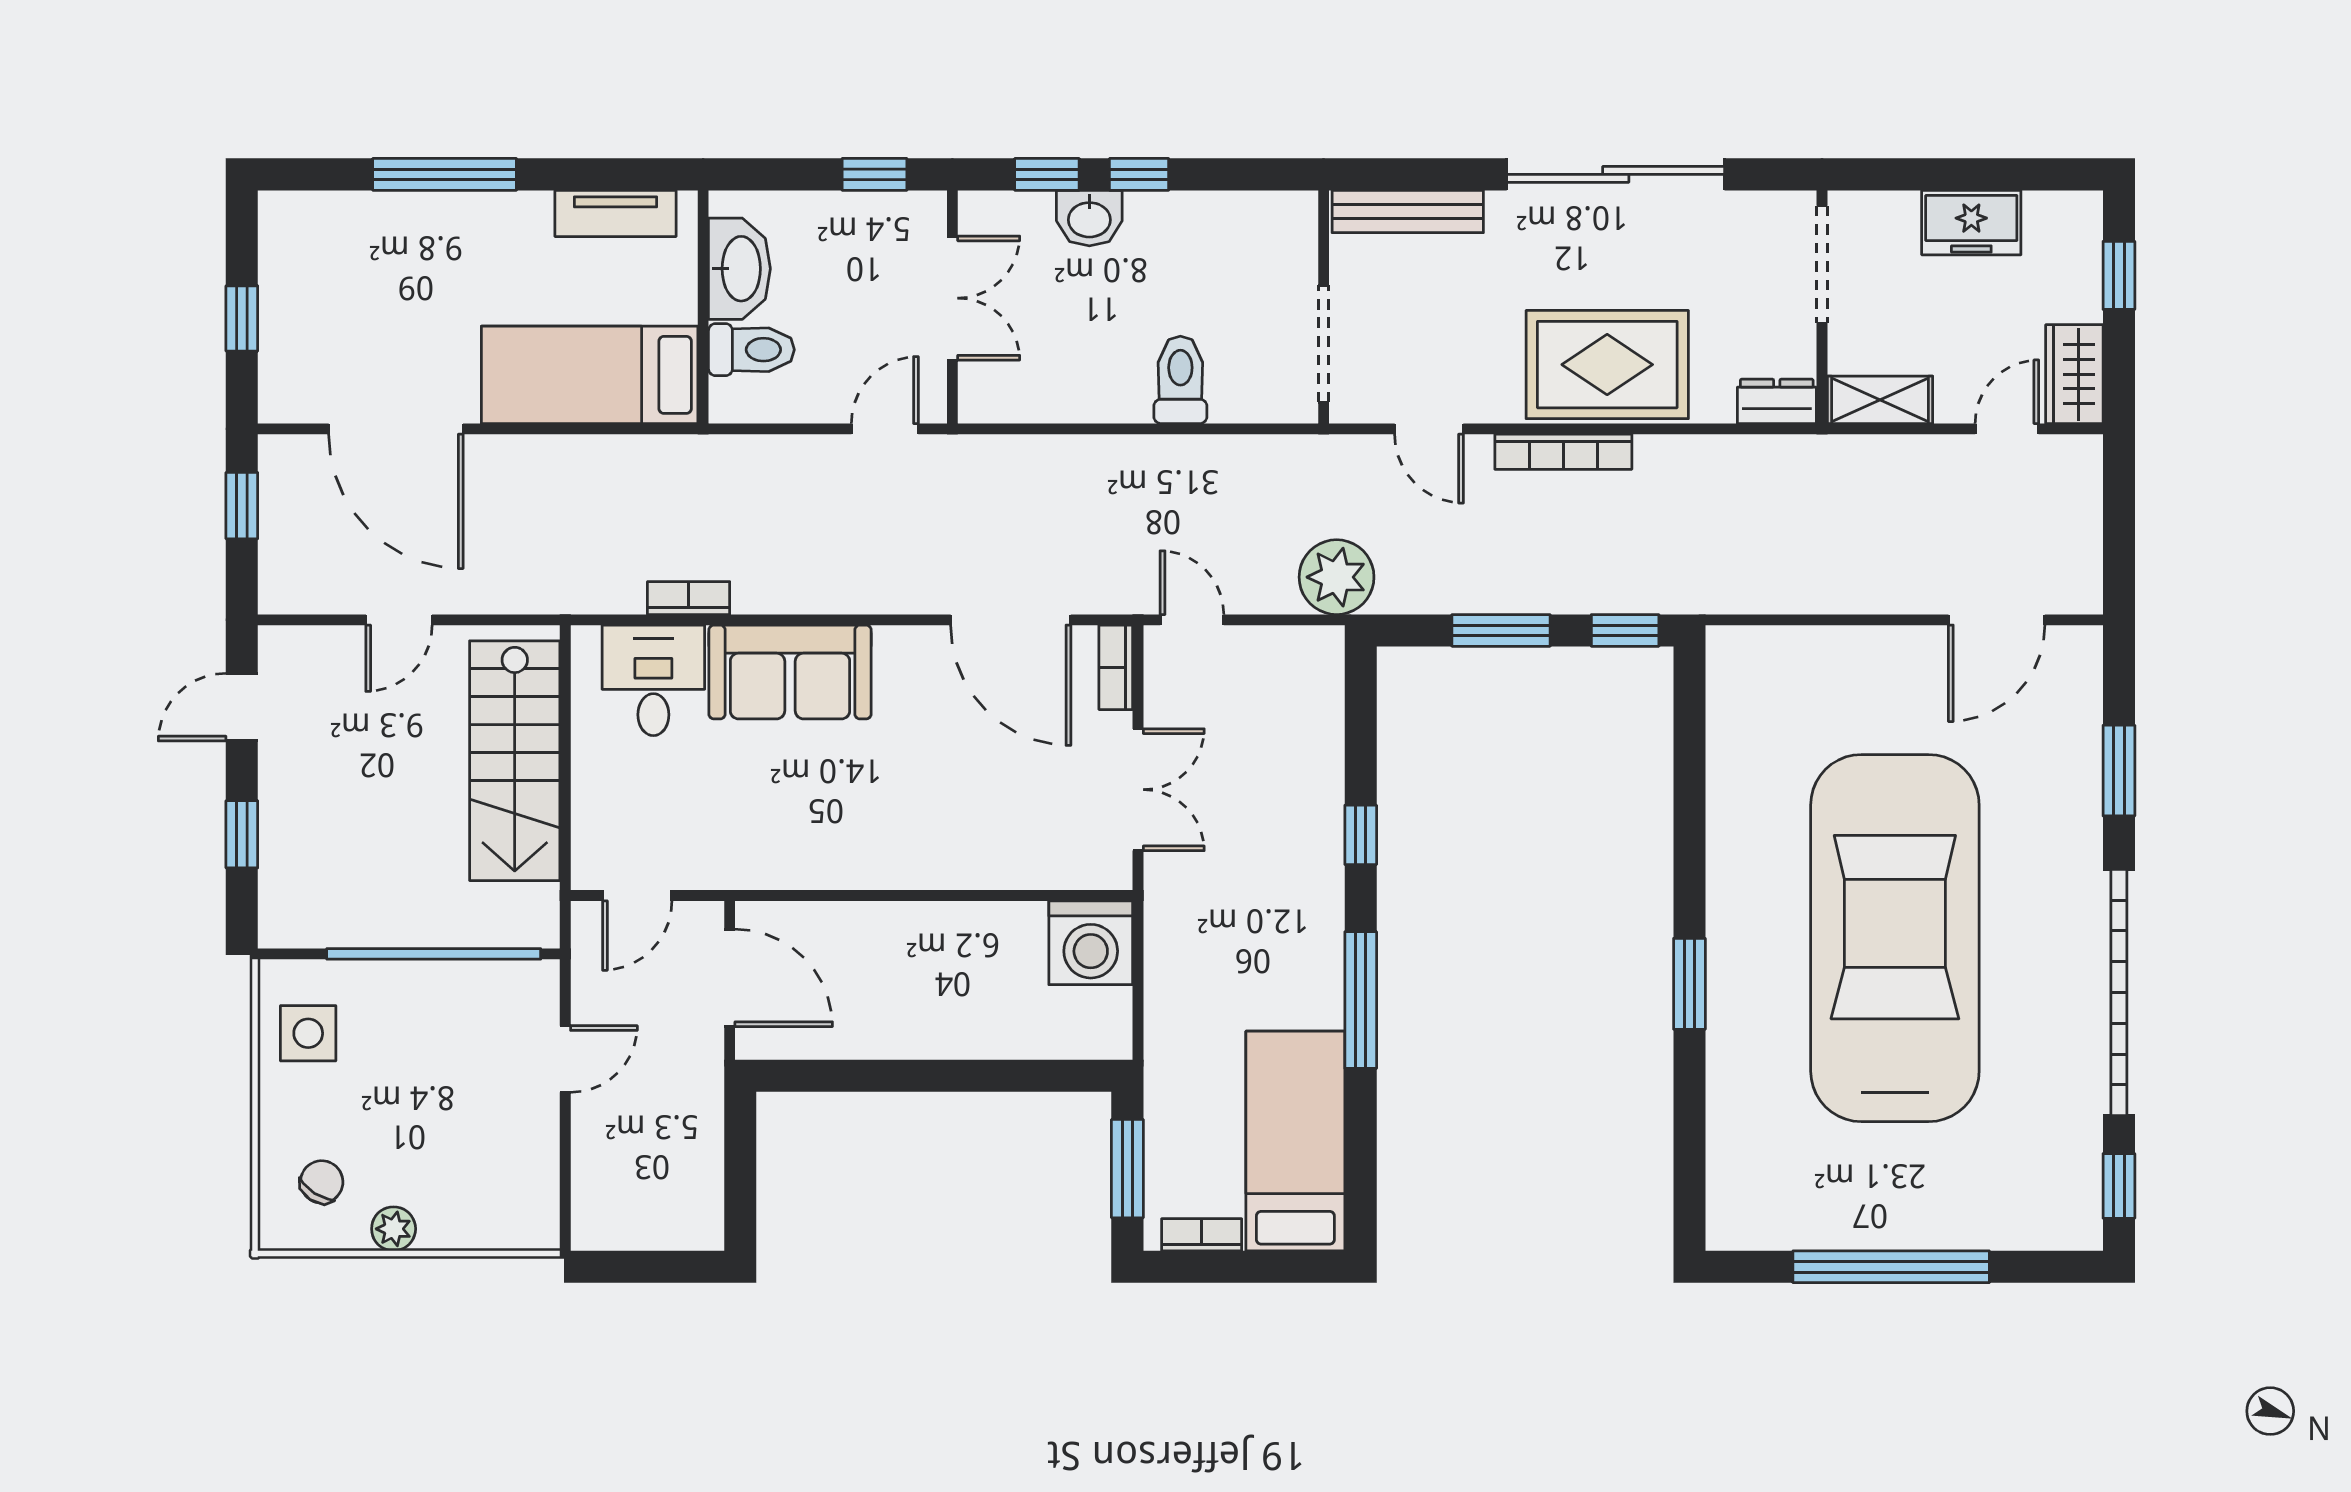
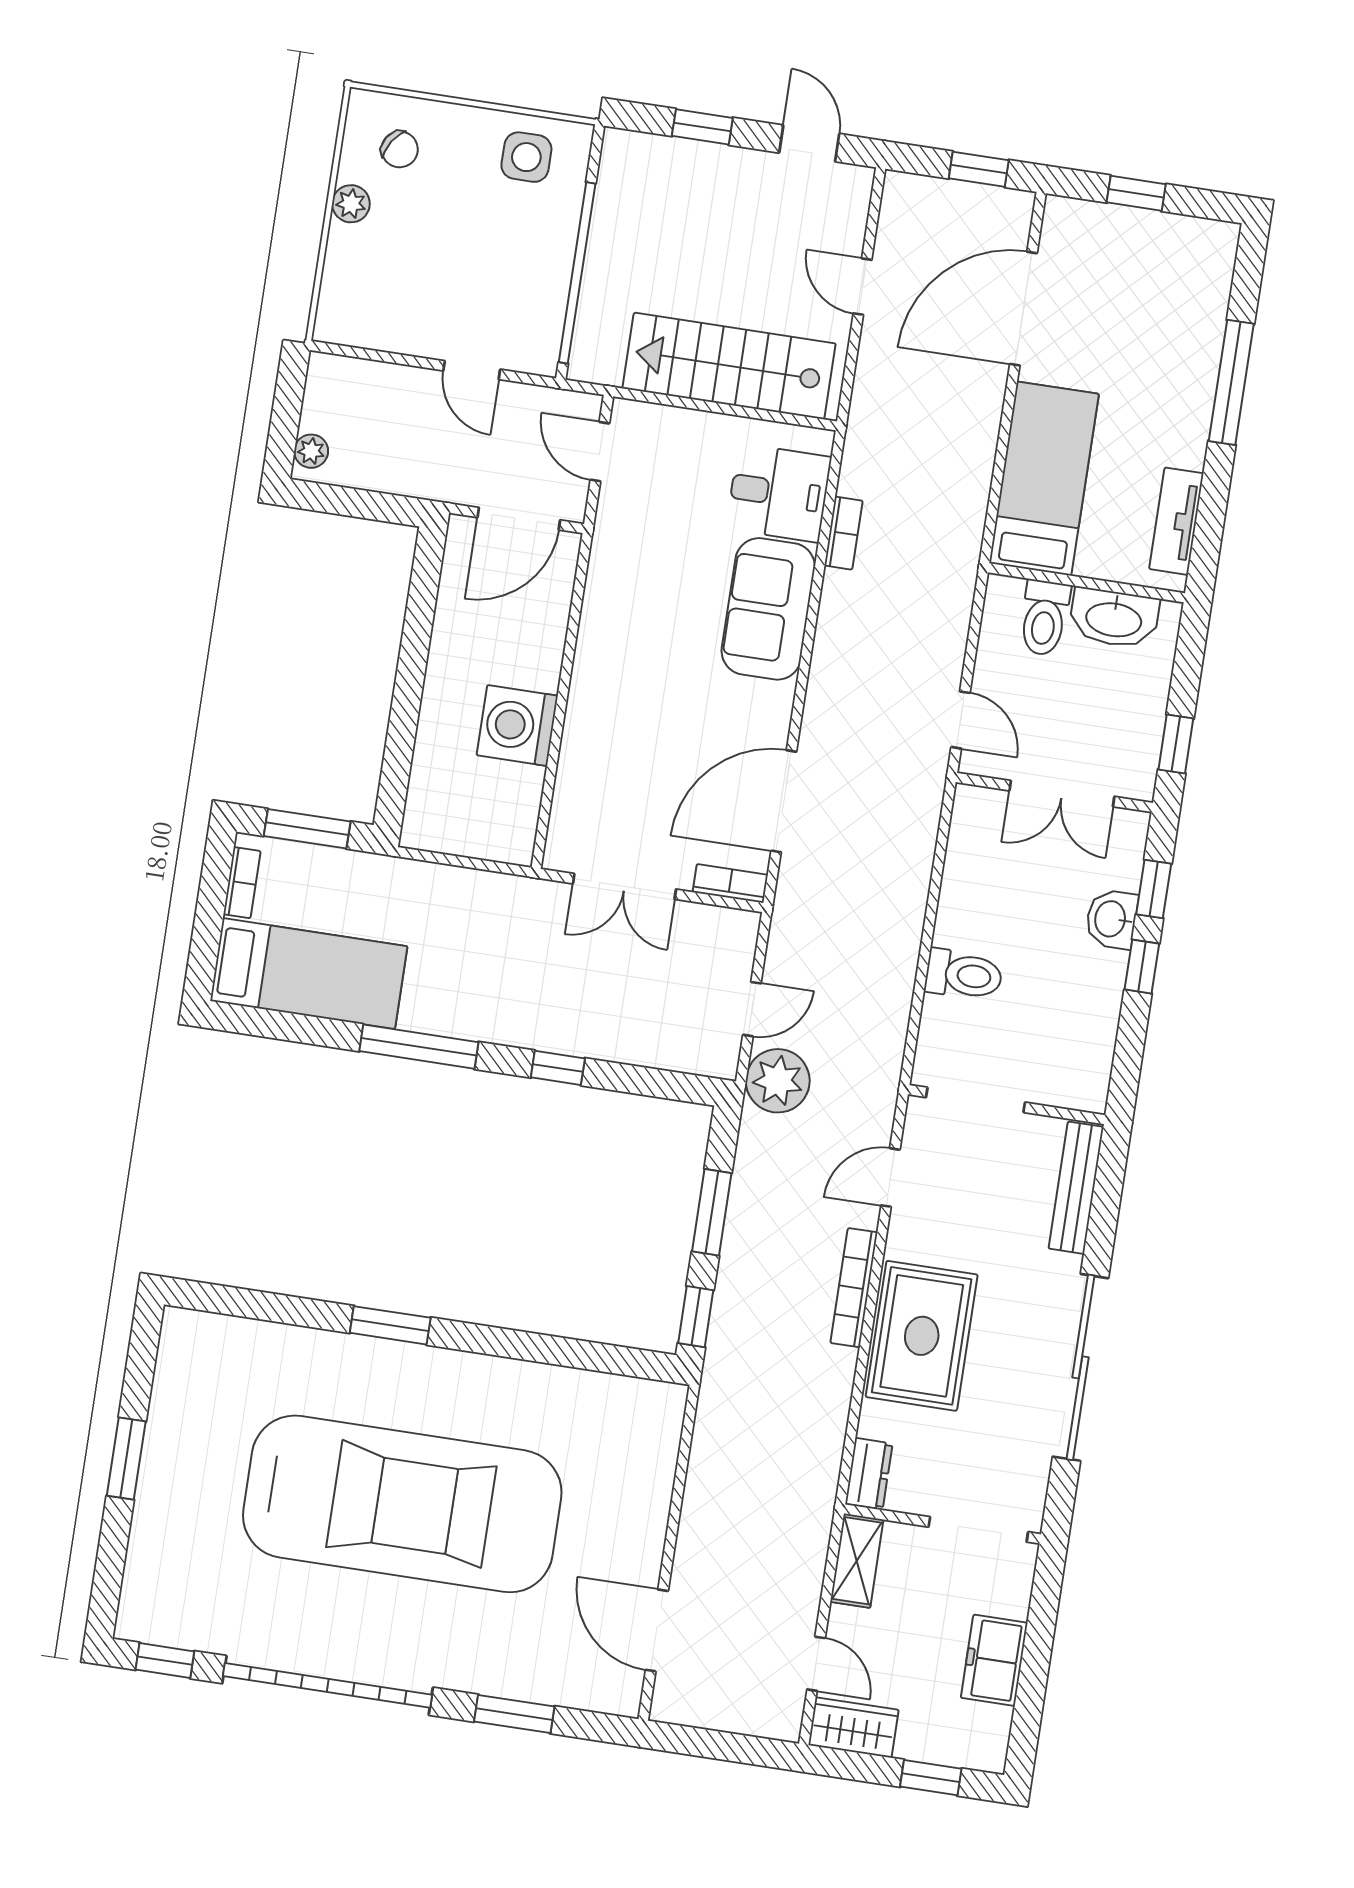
door: (1192, 620) -> (752, 1009), moved
washing machine: (1091, 943) -> (517, 725), moved
plant: (688, 1231) -> (311, 451), added
window: (1891, 1267) -> (126, 1459), width x0.47

